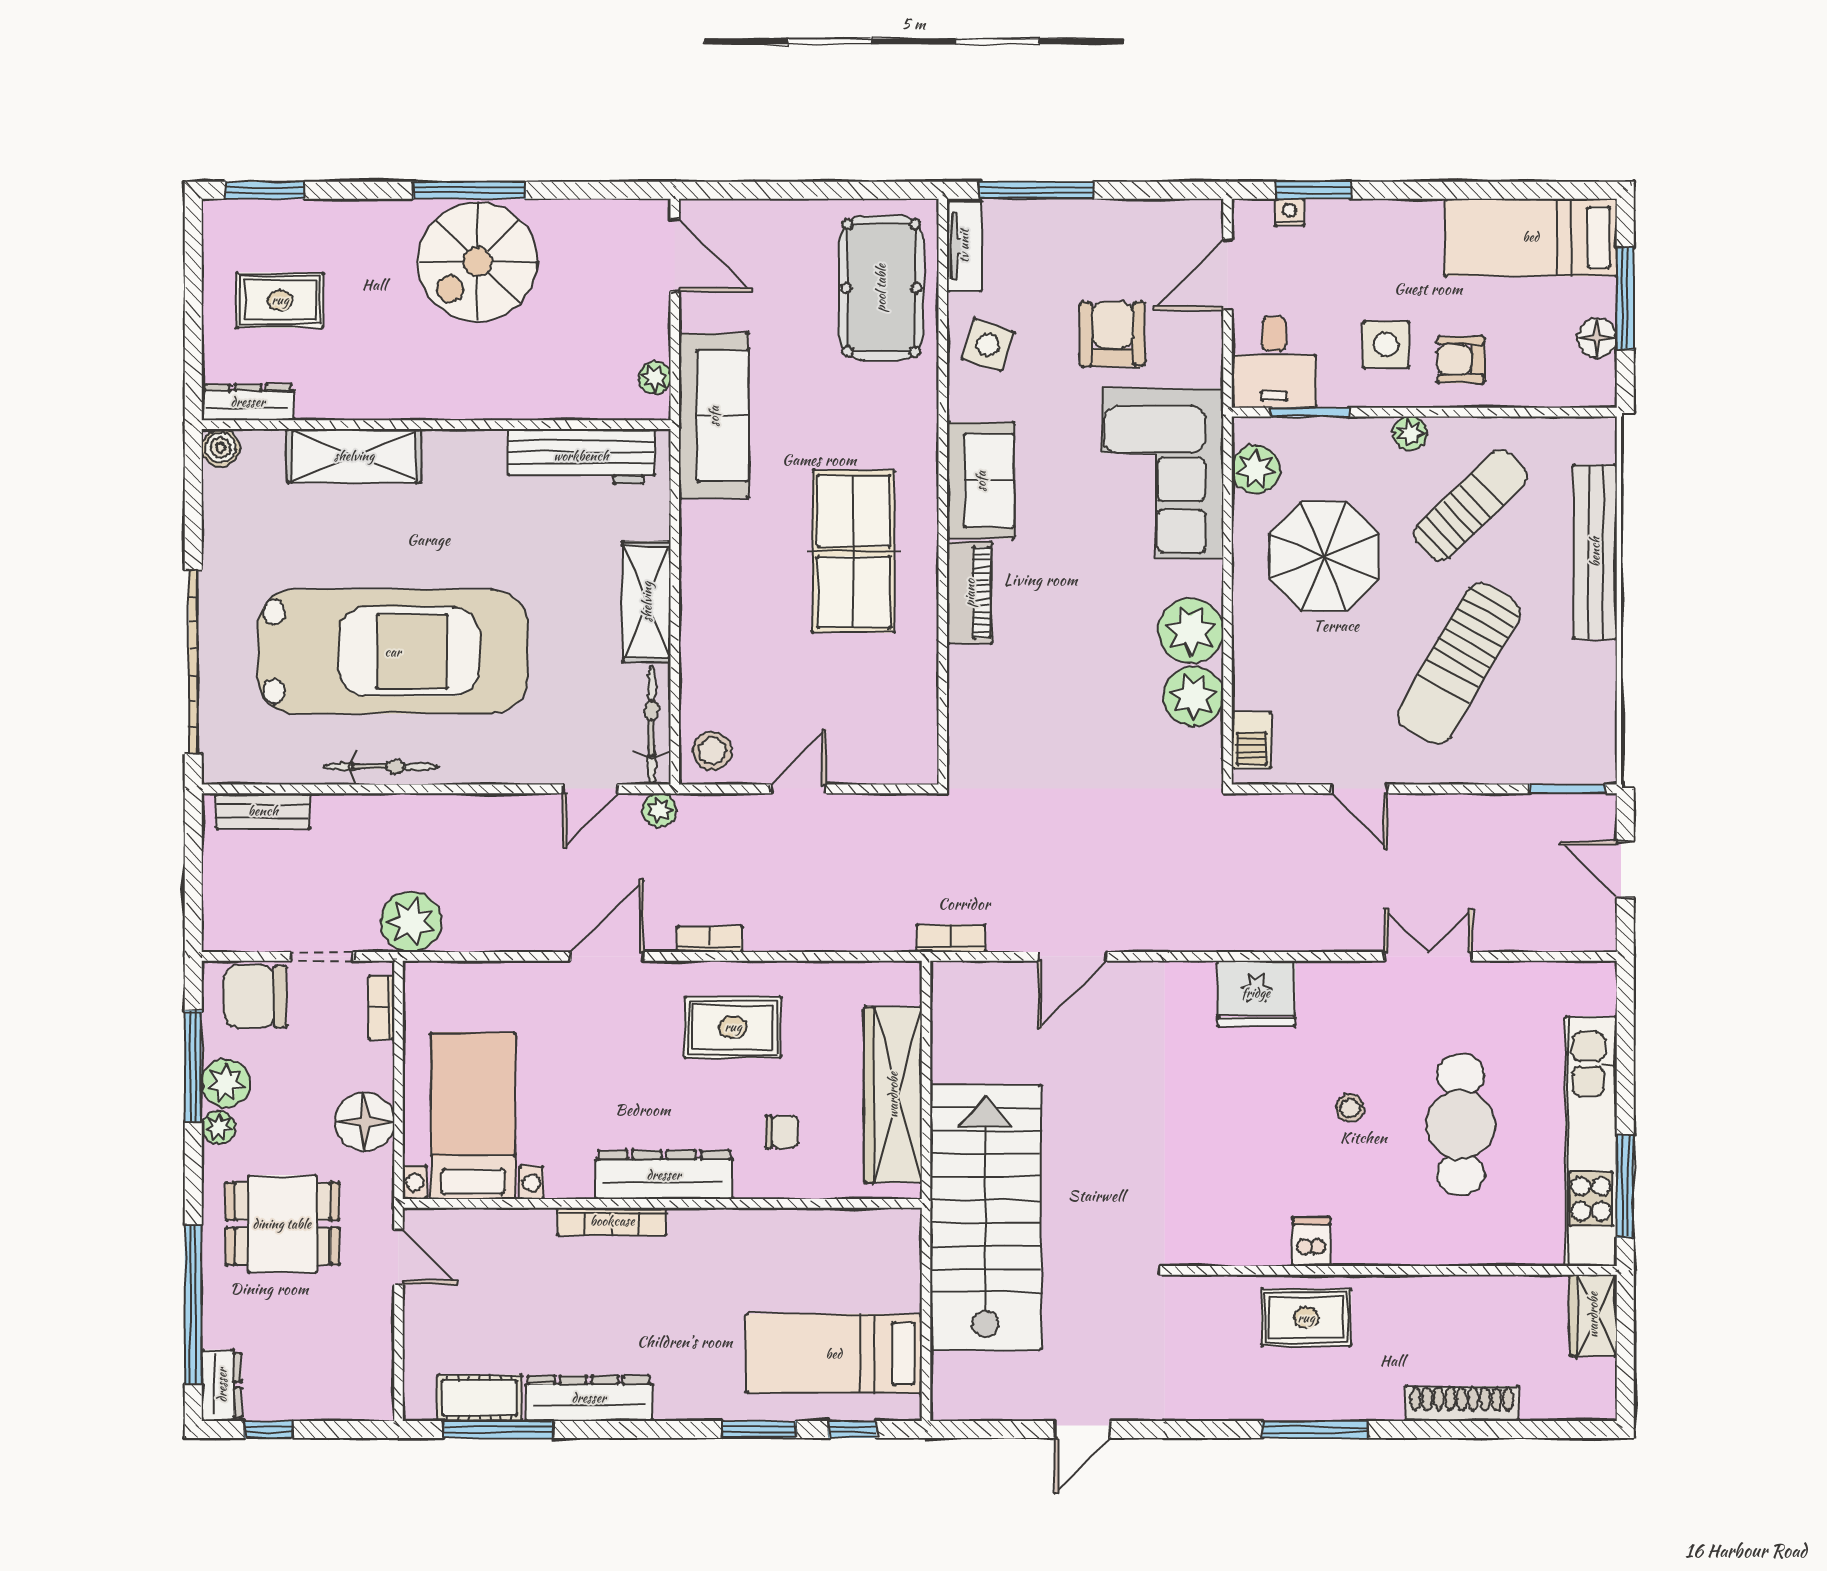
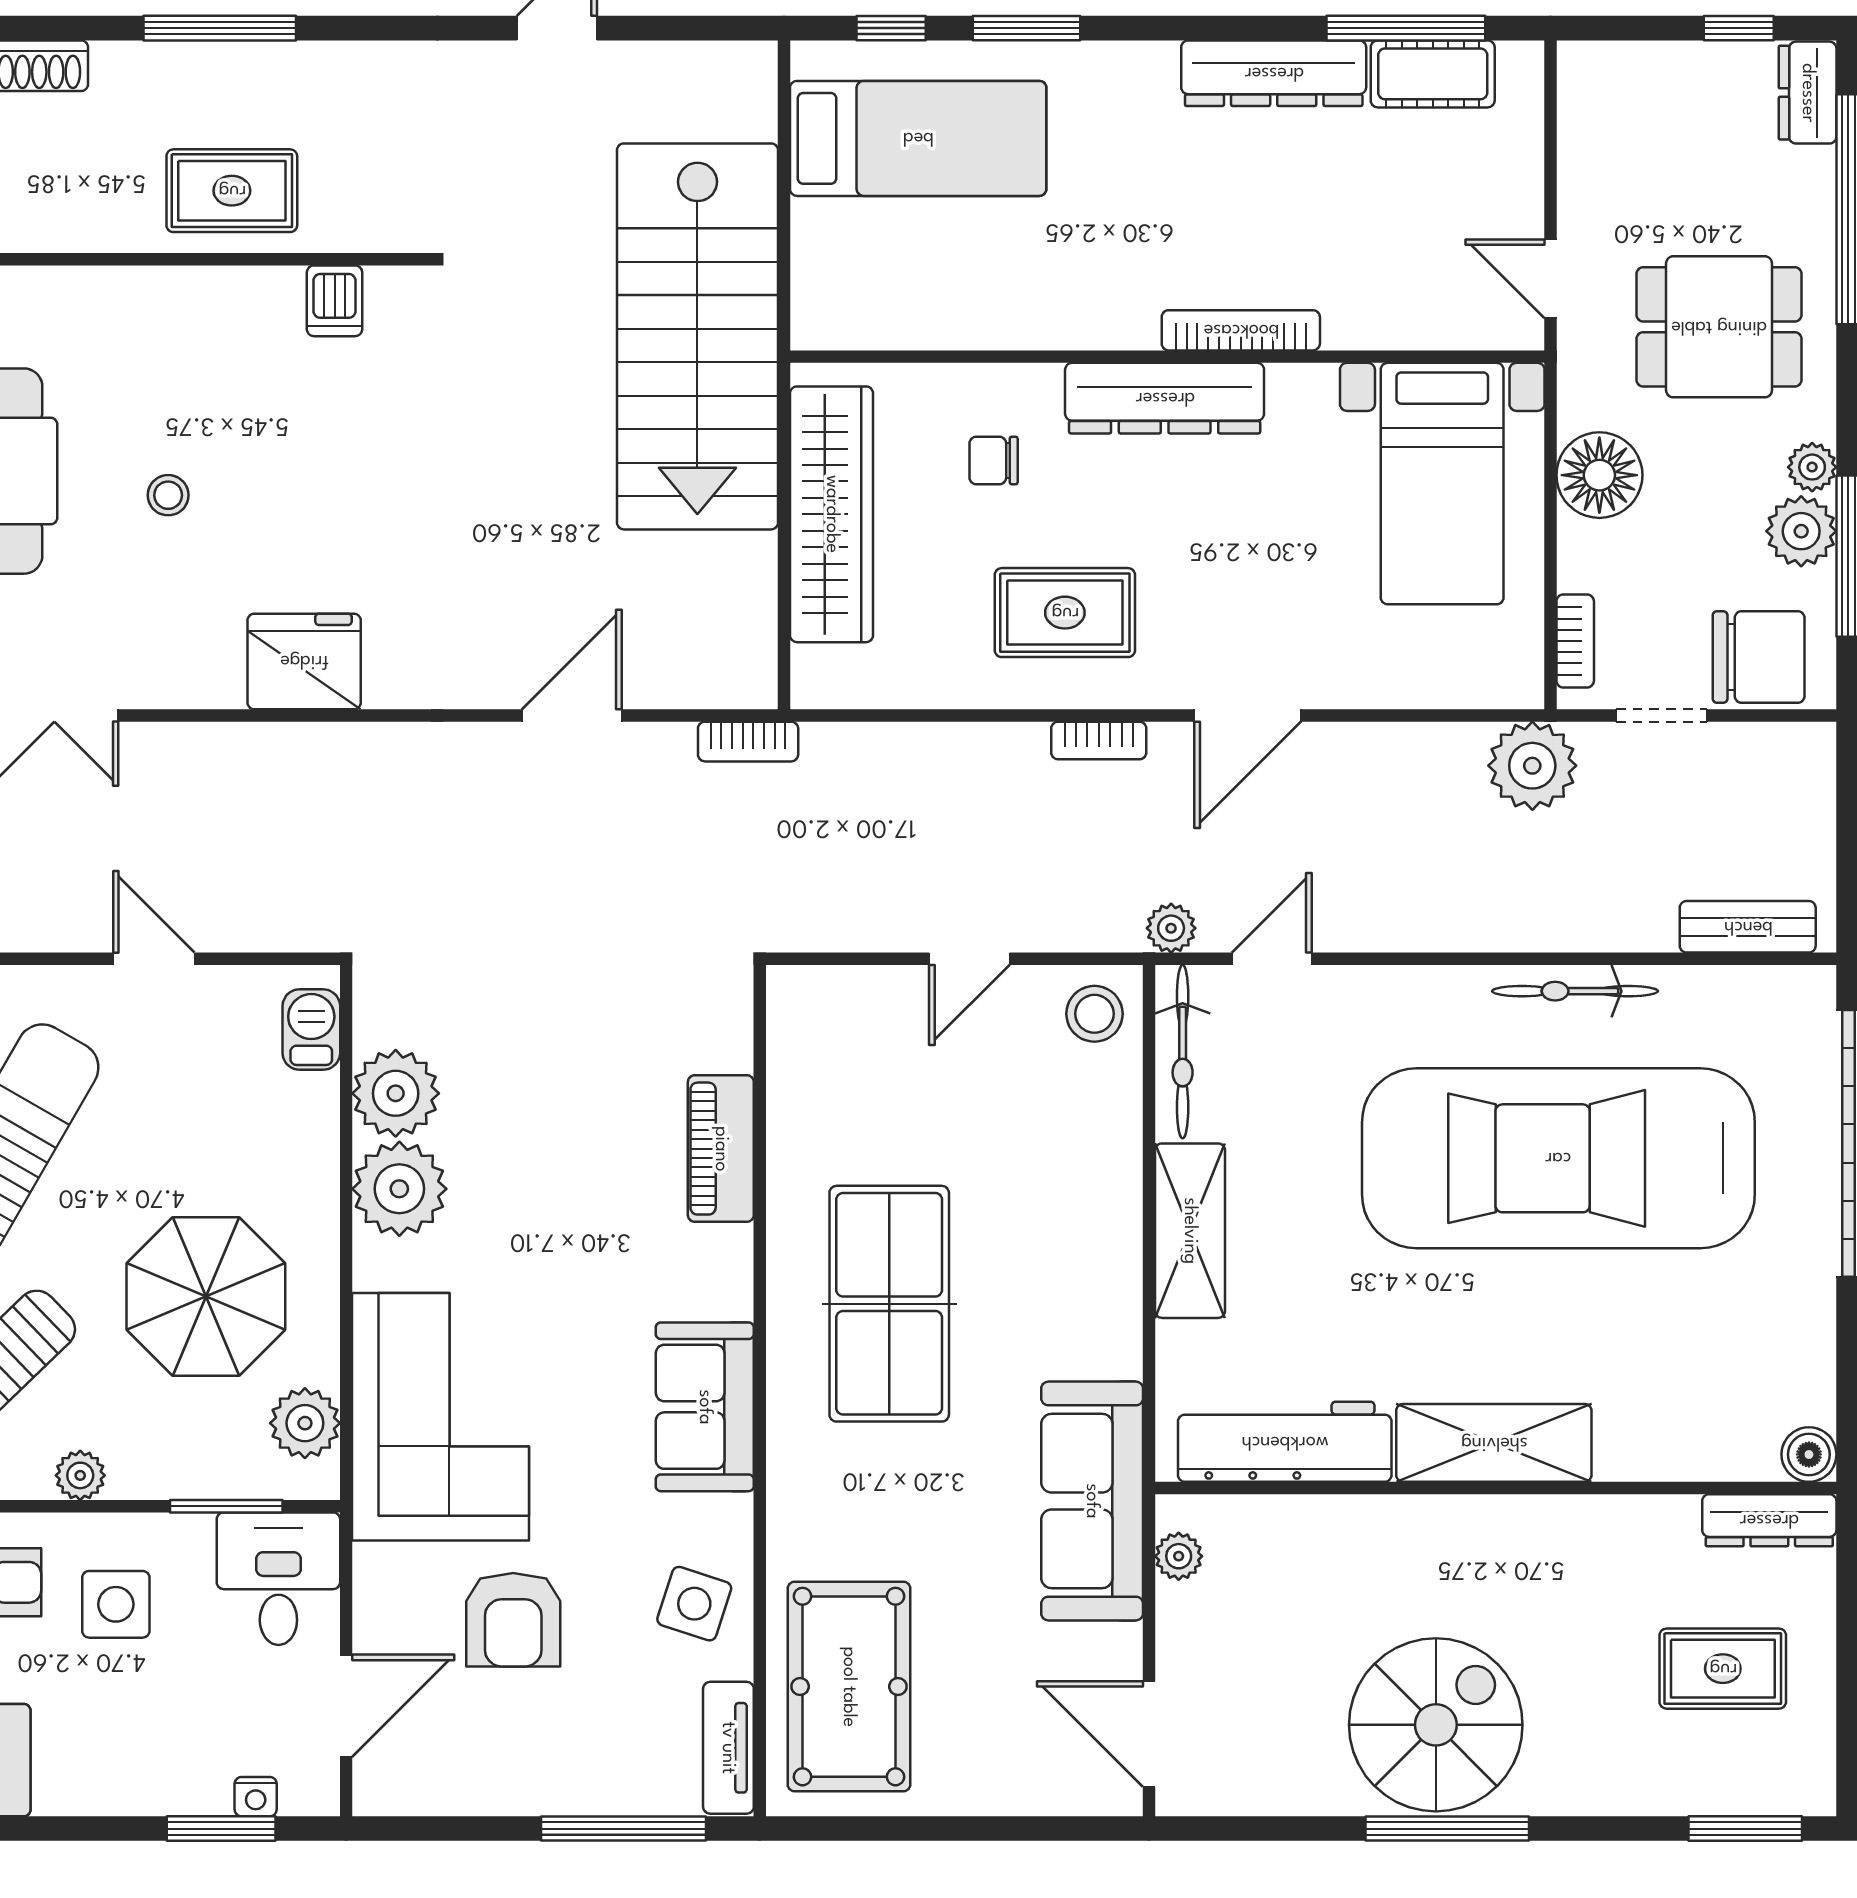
shelving: (354, 456) -> (1494, 1443), moved
piano: (970, 593) -> (721, 1149), moved
dishwasher: (1311, 1242) -> (335, 301), moved

